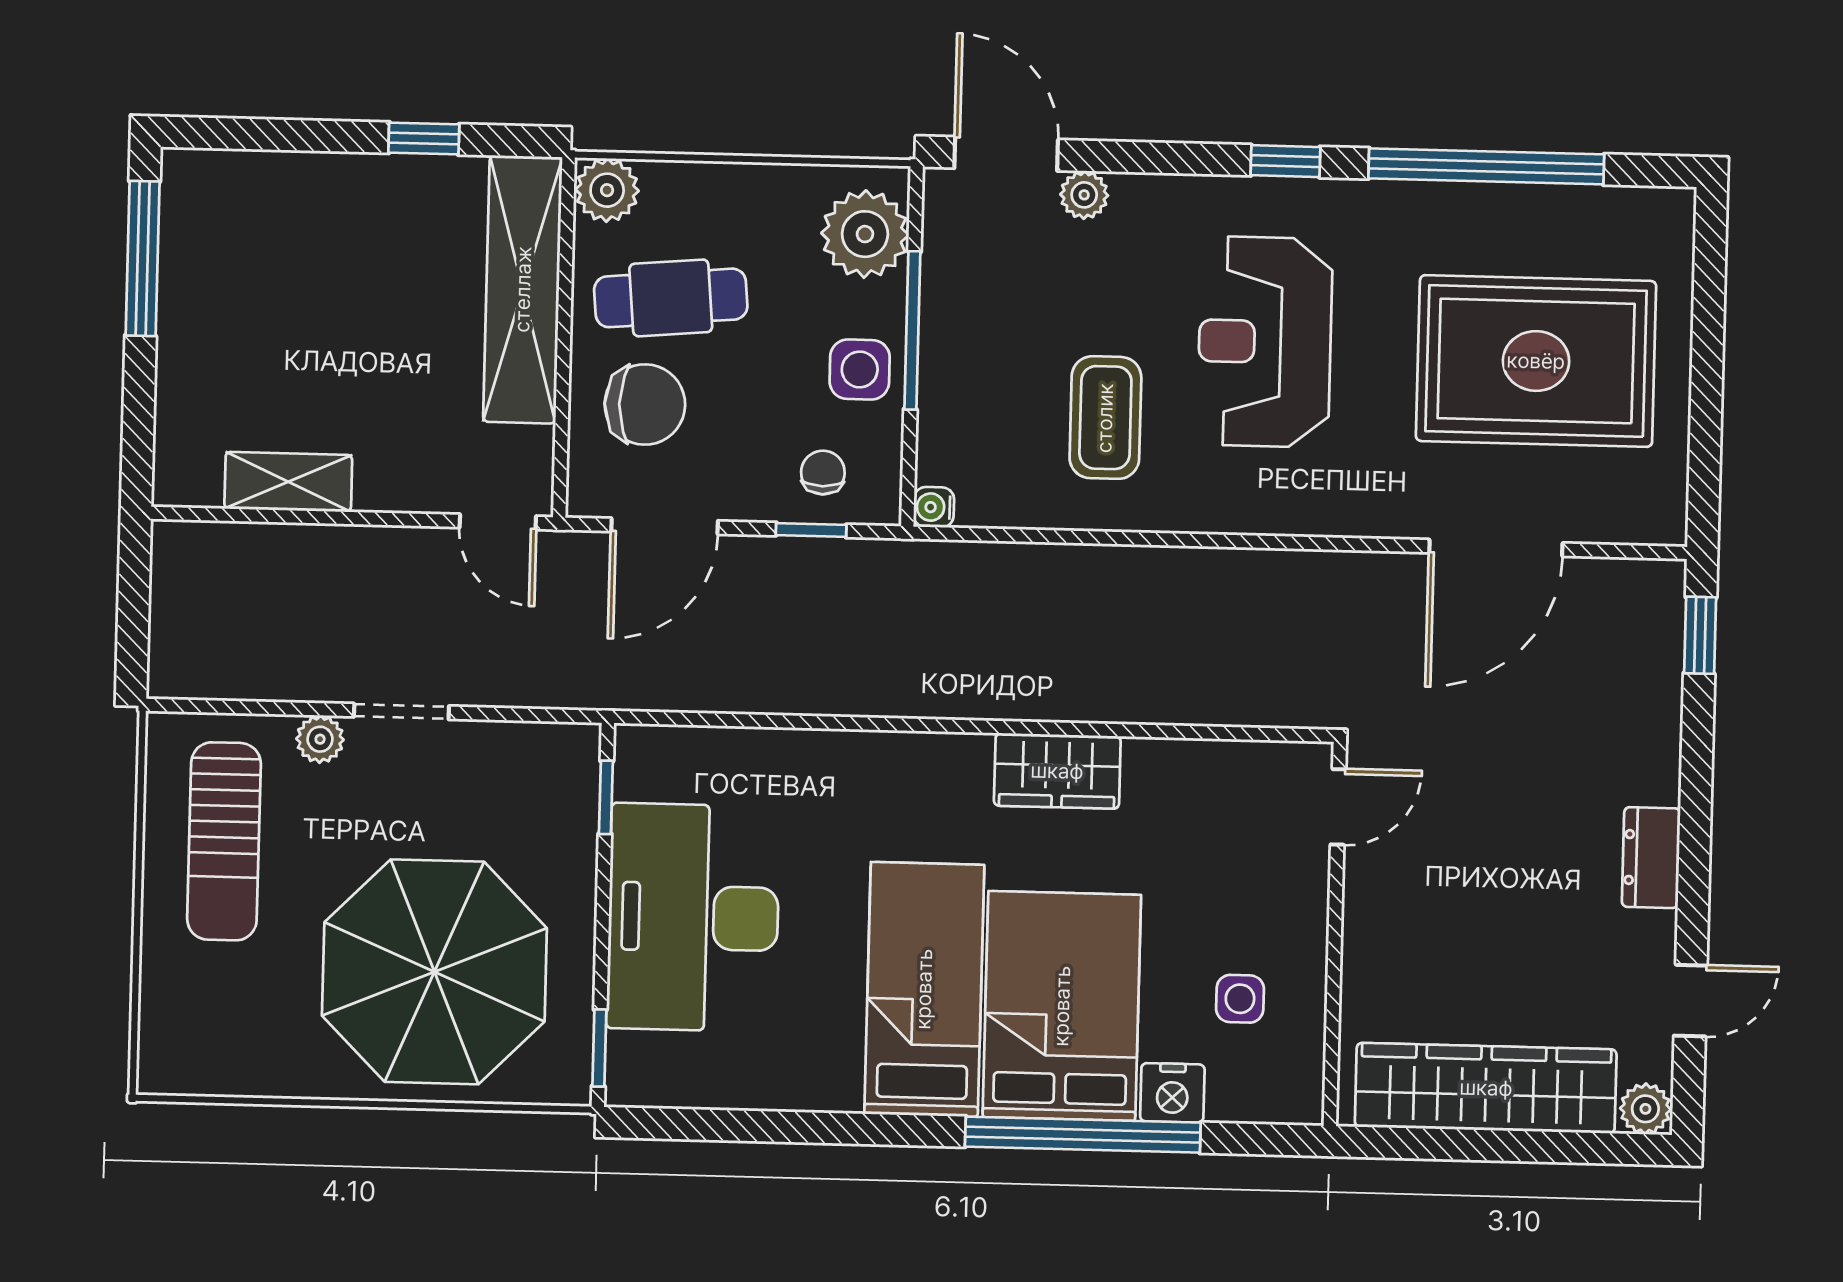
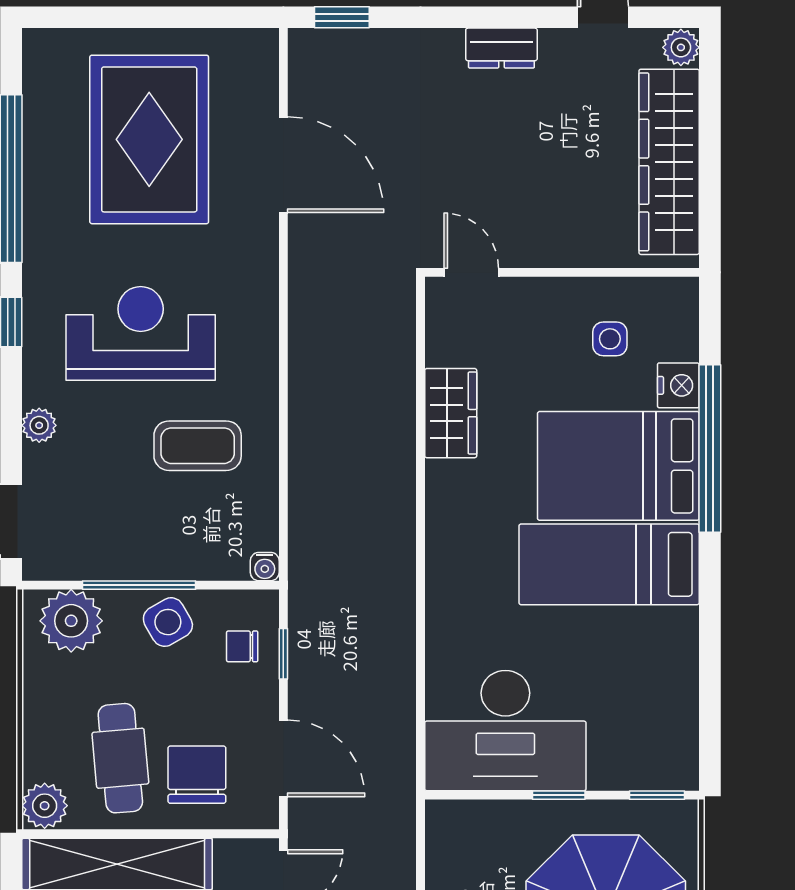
plant: (1084, 195) -> (39, 425), moved
reception desk: (1265, 342) -> (141, 333), turned 180
side table: (860, 369) -> (168, 622), turned -30
wardrobe: (1057, 771) -> (451, 413), moved
window: (606, 797) -> (559, 795), moved
desk: (693, 917) -> (505, 731), moved

